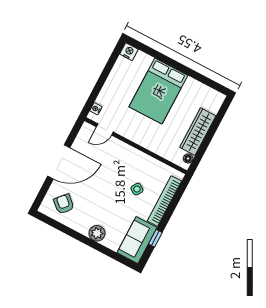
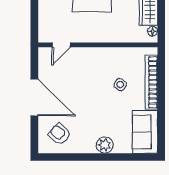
nightstand: (96, 109) -> (43, 30), removed
door: (59, 162) -> (34, 97), hinge flipped
window: (155, 238) -> (161, 121), removed

